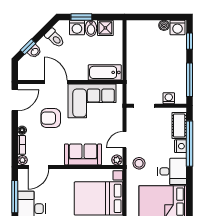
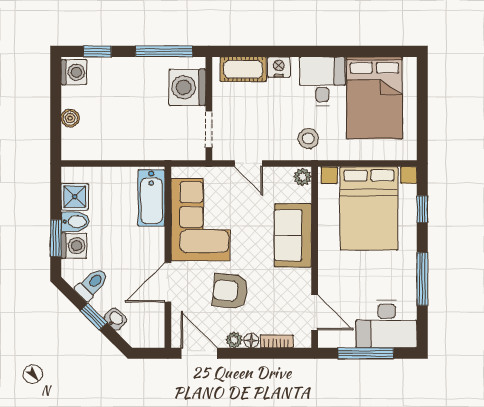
boiler: (164, 25) -> (70, 118), moved
window: (28, 47) -> (94, 317), moved
washing machine: (169, 98) -> (187, 87), width x1.89, depth x1.89
armchair: (51, 118) -> (230, 291), turned 96
door: (125, 140) -> (248, 164), moved
window: (190, 144) -> (274, 51), removed
plant: (22, 160) -> (234, 340), moved

